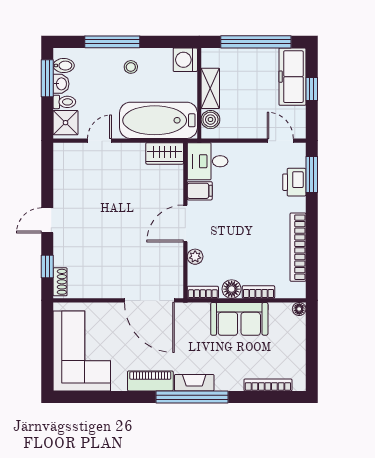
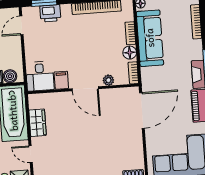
wardrobe: (165, 153) -> (38, 123), moved
sofa: (239, 319) -> (150, 38), width x1.36

